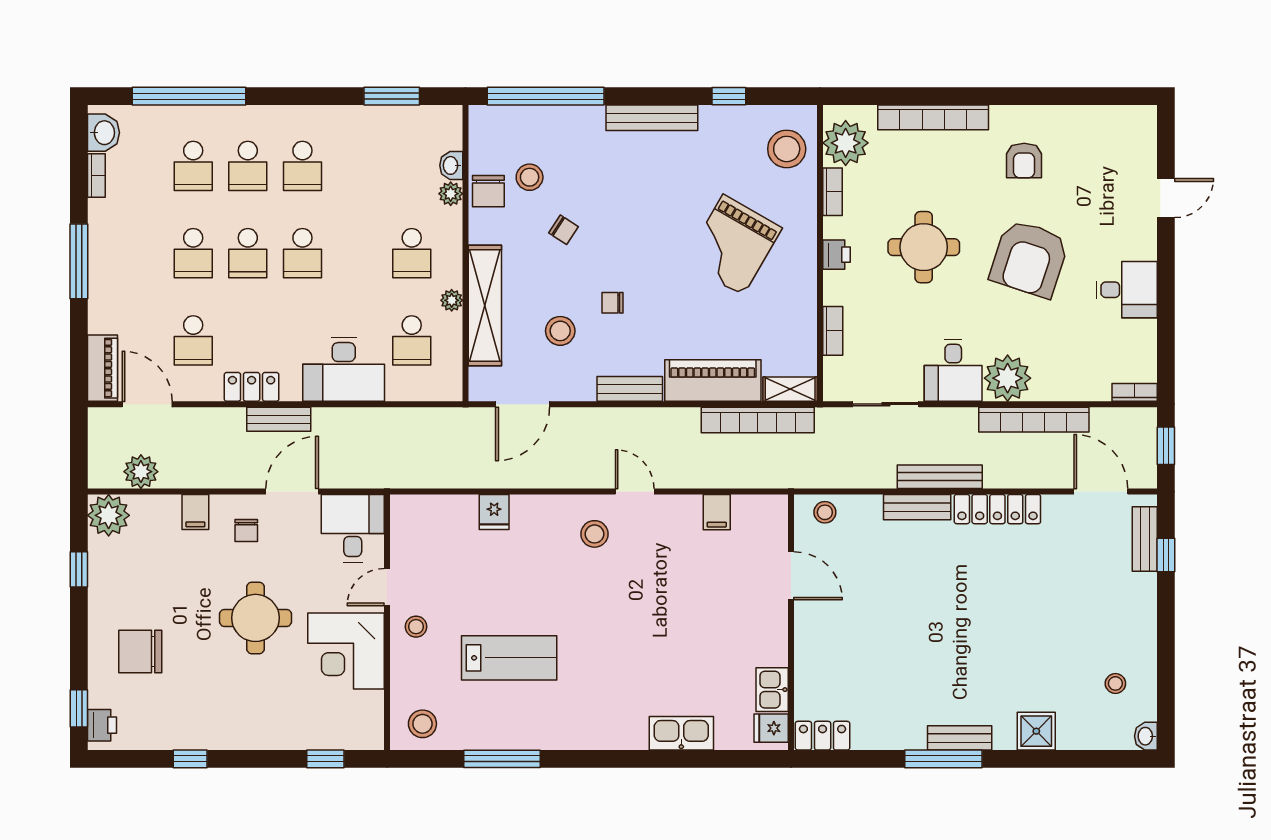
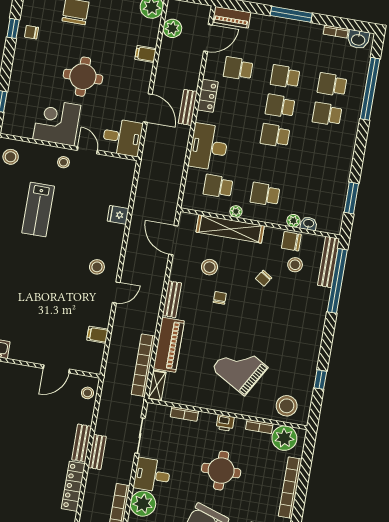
bench: (652, 118) -> (329, 262), moved
school desk: (302, 166) -> (322, 143), removed
bench: (940, 477) -> (97, 452), width x0.73
chair: (246, 531) -> (32, 32), moved

